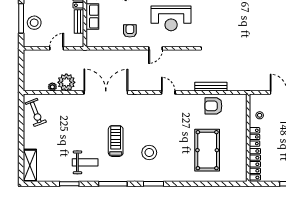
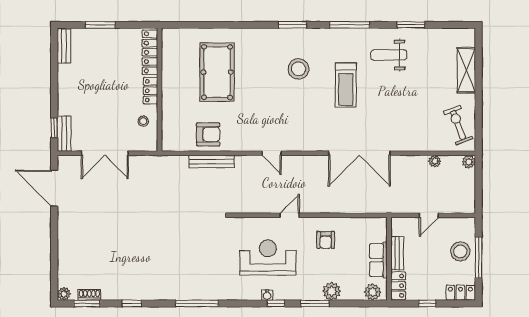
plant: (66, 82) -> (469, 162), moved, width x0.53, depth x0.53
shelving: (30, 165) -> (466, 70), moved

